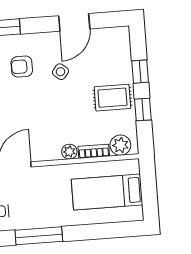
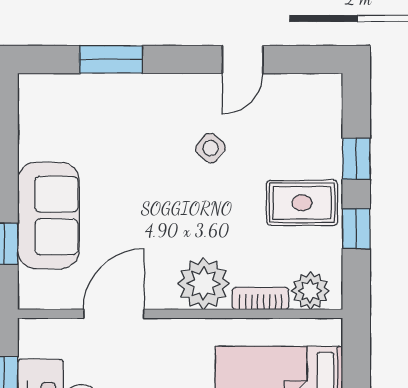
door: (74, 22) -> (243, 60), width x0.73
armchair: (22, 67) -> (140, 133), removed
plant: (69, 152) -> (204, 284), width x1.88, depth x1.88

